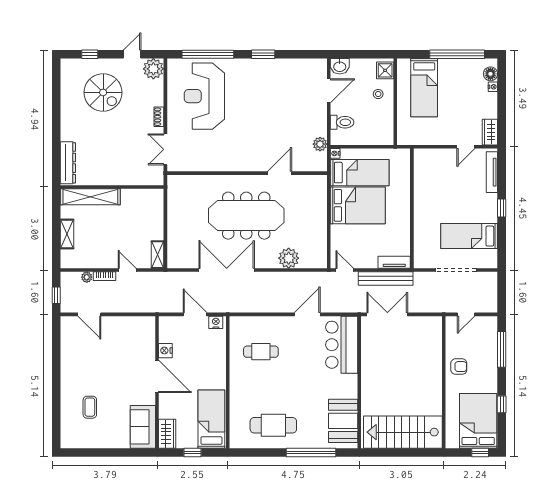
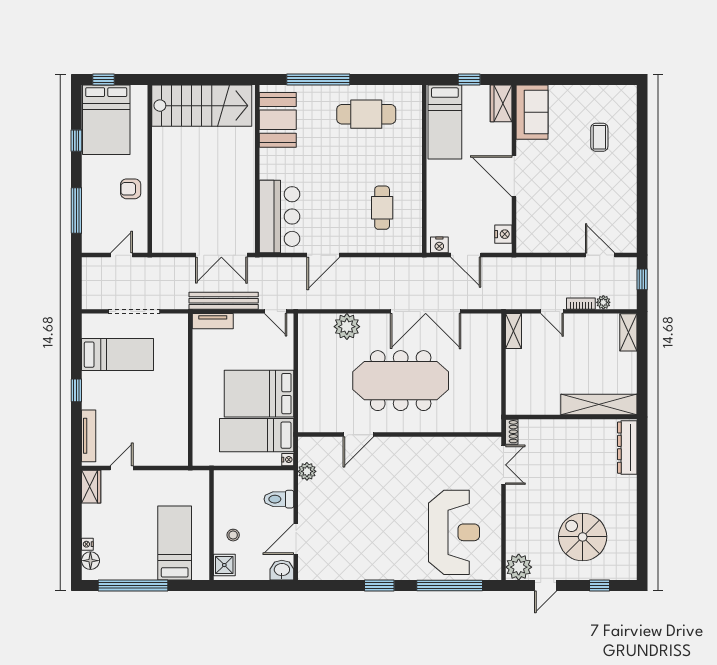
shoe rack: (159, 117) -> (512, 432), moved
shelving: (67, 234) -> (628, 332), moved
nightstand: (165, 351) -> (503, 234), moved
cafe table: (261, 352) -> (382, 208), turned 90

